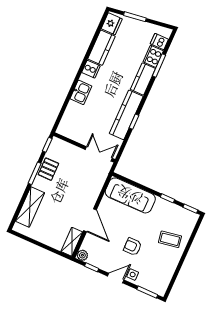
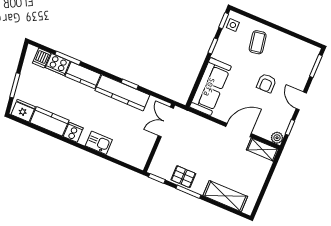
side table: (133, 275) -> (233, 25), moved

